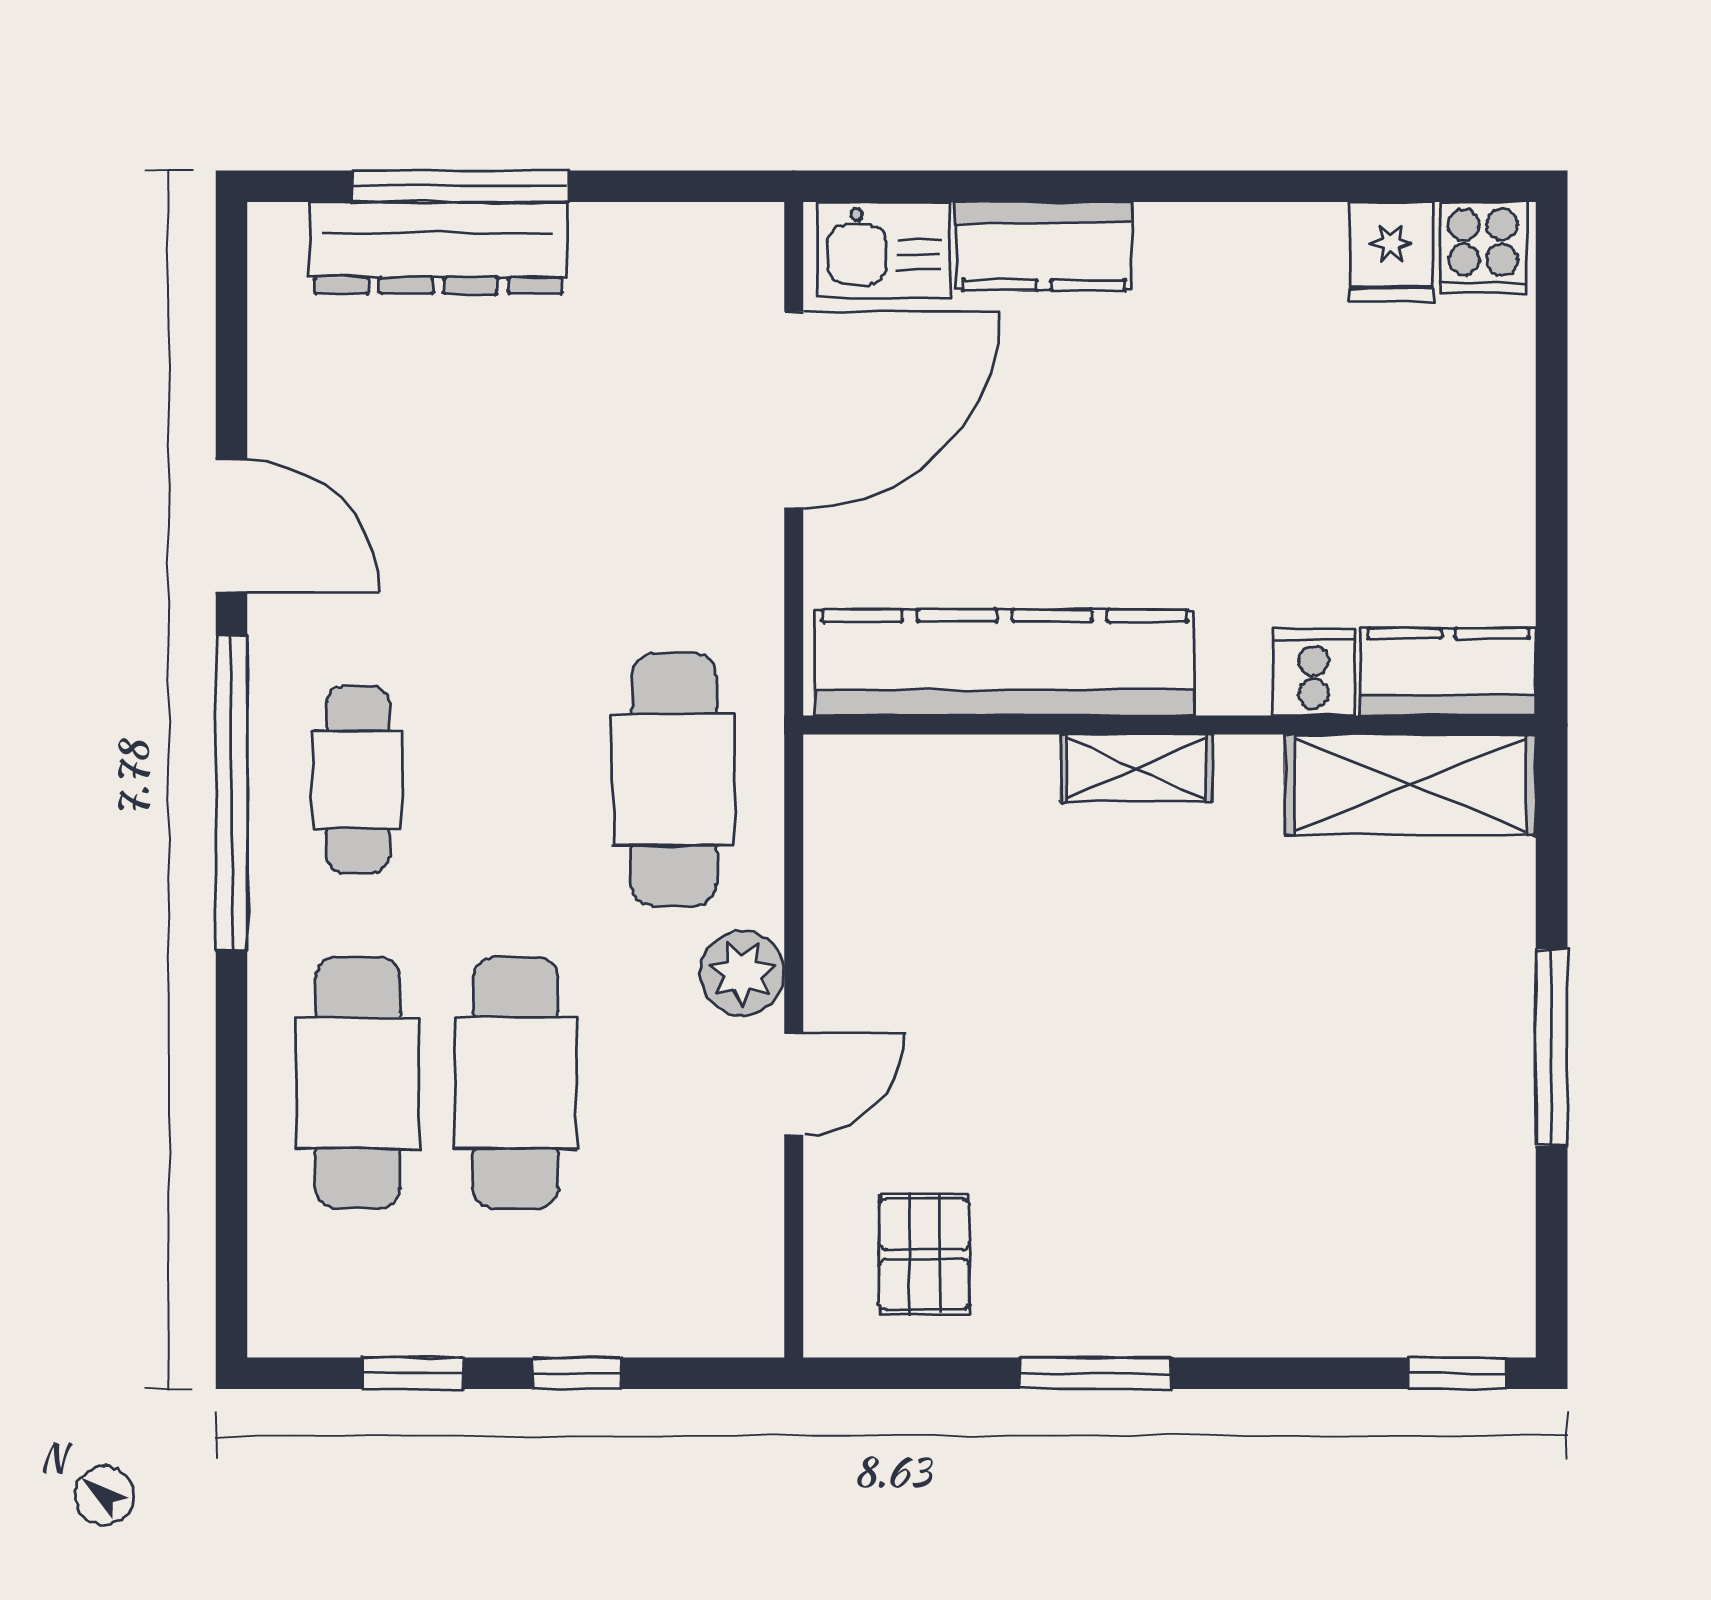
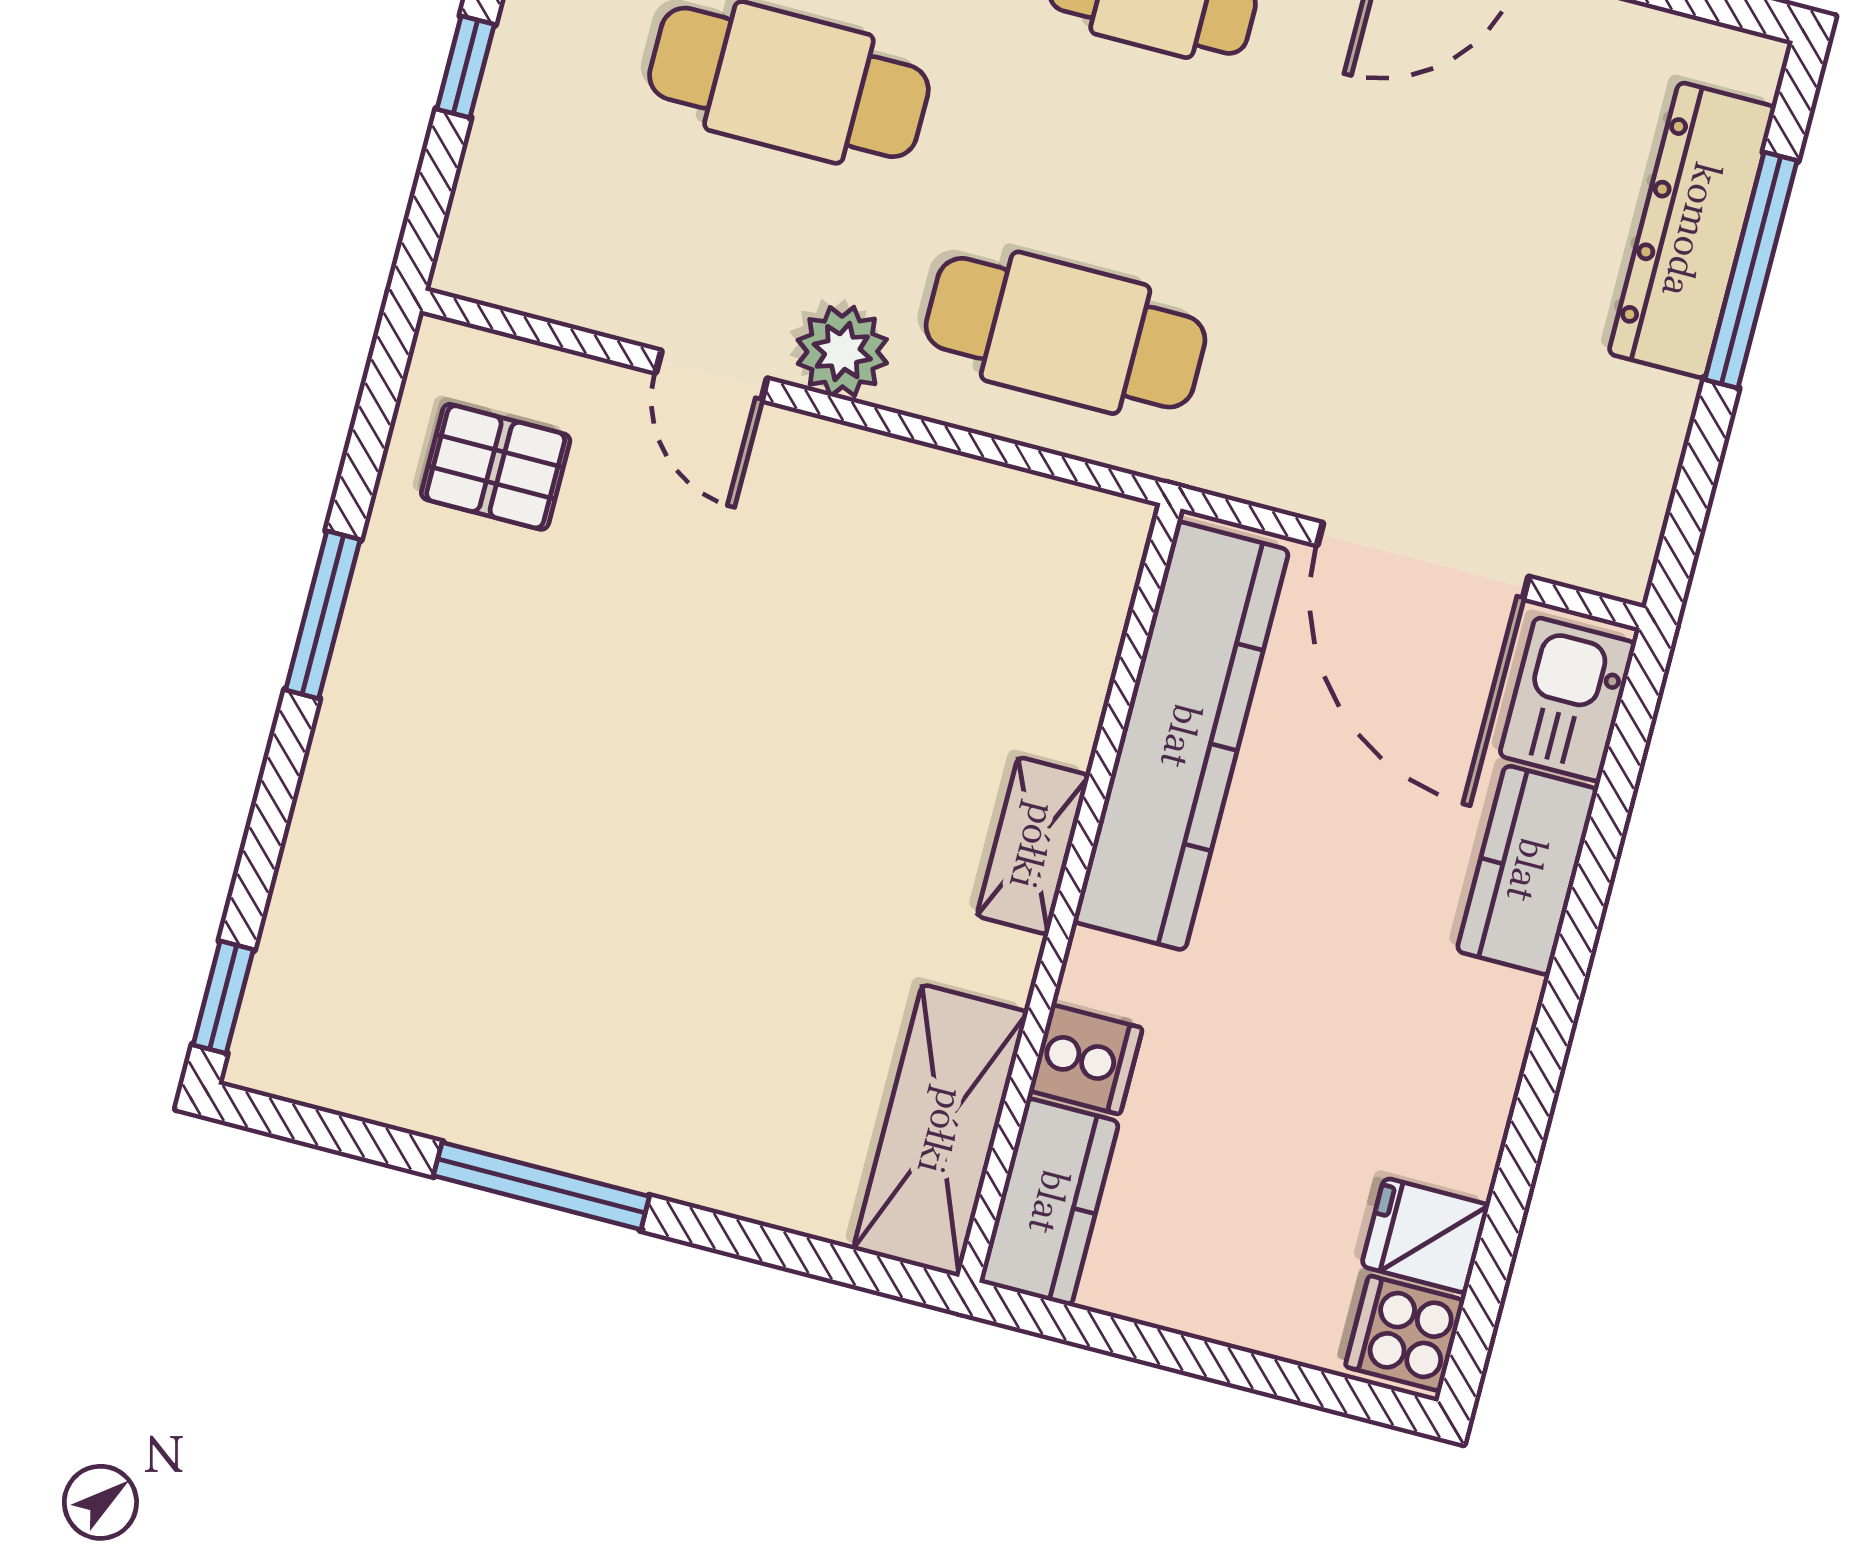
kitchen counter: (1005, 662) -> (1181, 736), moved
cooker: (1314, 672) -> (1086, 1059), moved
kitchen counter: (1448, 672) -> (1049, 1202), moved
wall: (1169, 725) -> (1070, 893), moved
shelving: (1136, 768) -> (1033, 846), moved
shelving: (1410, 785) -> (941, 1131), moved

